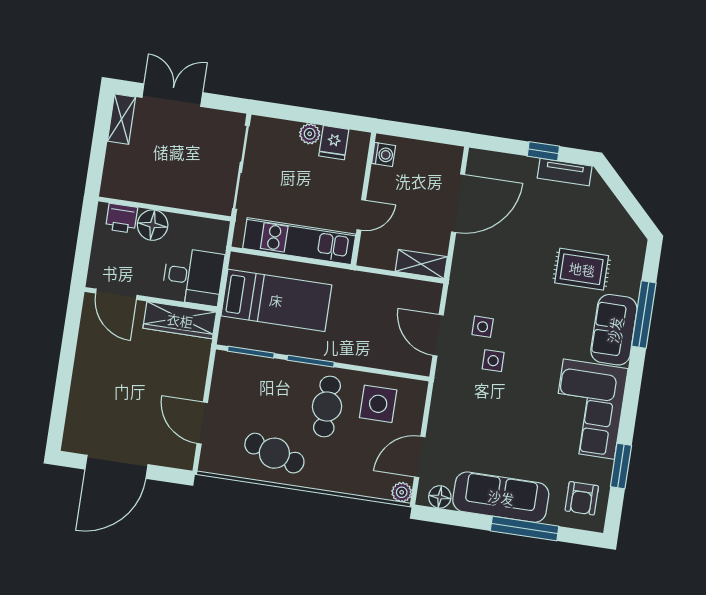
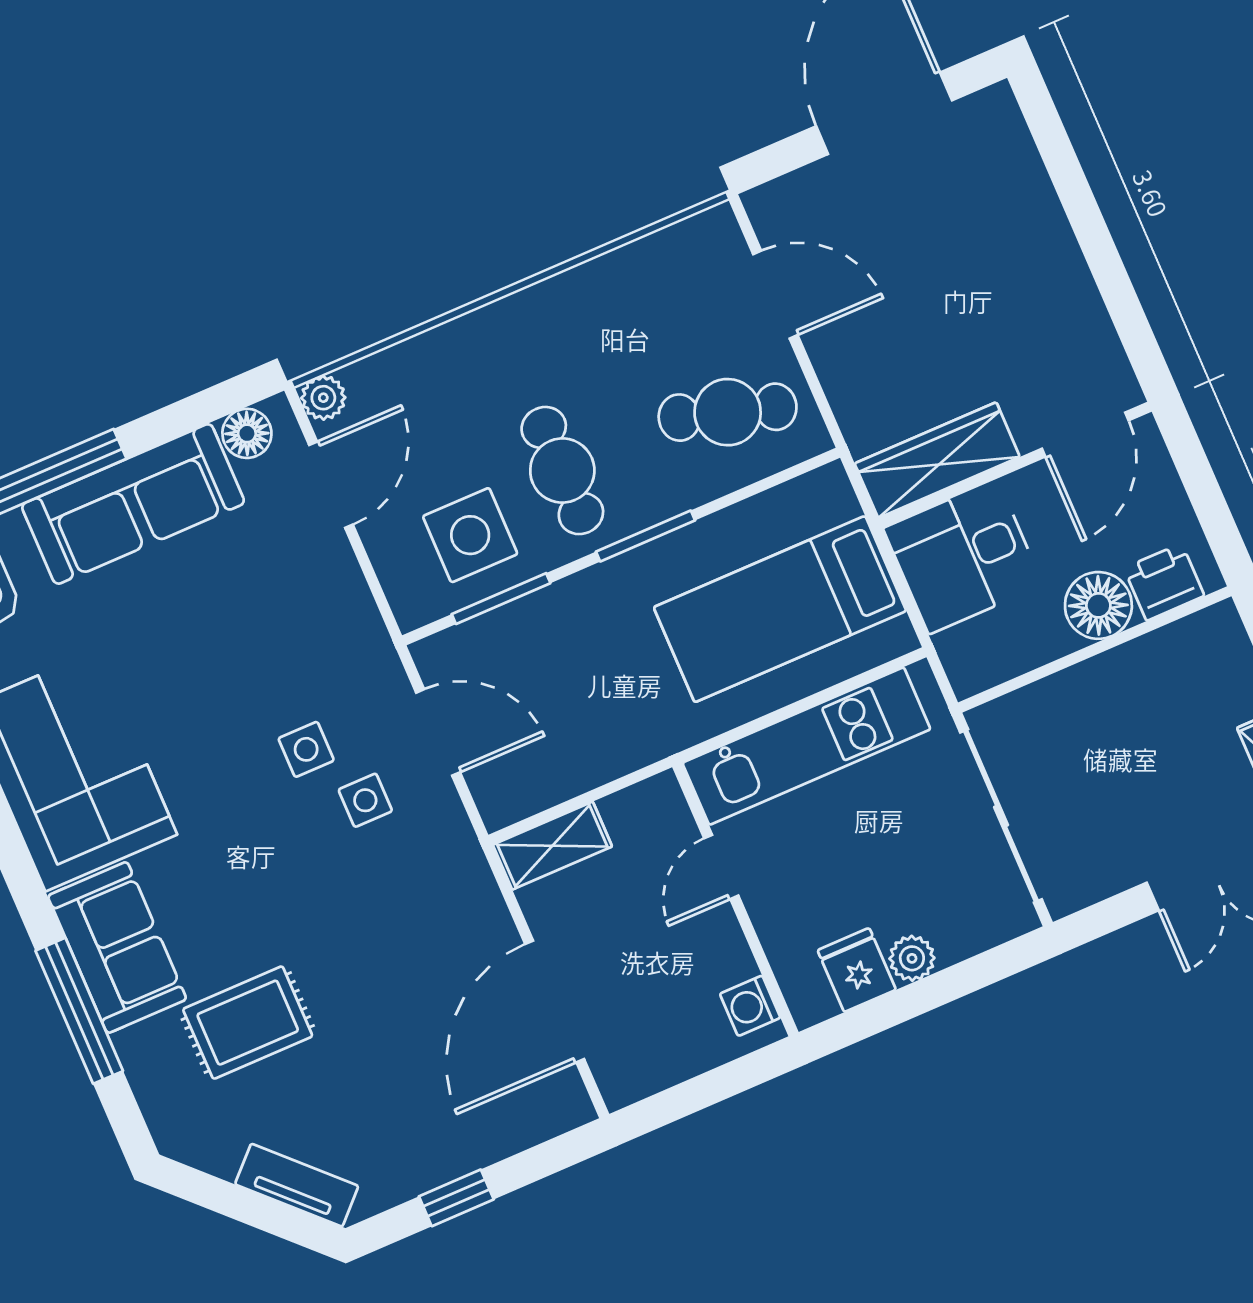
tv unit: (565, 172) -> (297, 1185), moved, turned 45
door: (116, 294) -> (1085, 434), swing flipped
window: (251, 352) -> (501, 599), moved
cafe table: (274, 453) -> (728, 412), moved

